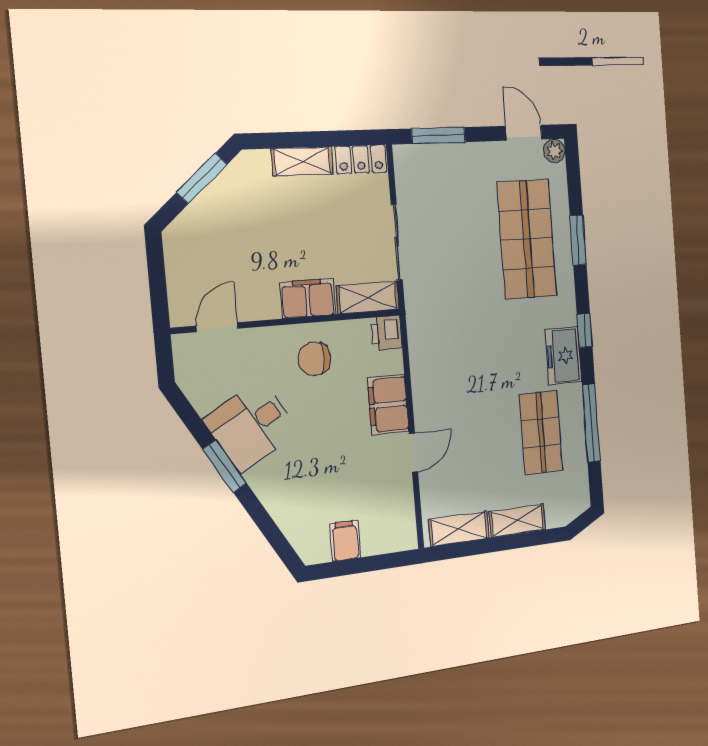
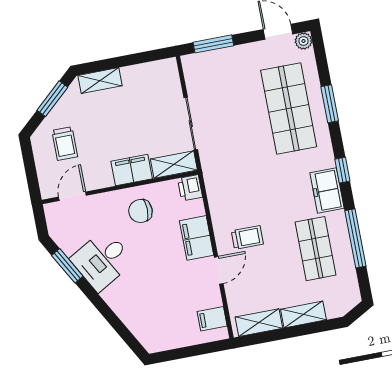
locker: (361, 159) -> (159, 70), removed
shelving: (302, 161) -> (100, 81), moved
trolley: (214, 248) -> (65, 144), added
trolley: (456, 410) -> (247, 237), added
window: (225, 466) -> (67, 266), moved
filing cabinet: (345, 541) -> (212, 319), moved, turned -90

